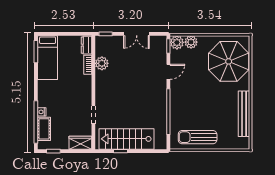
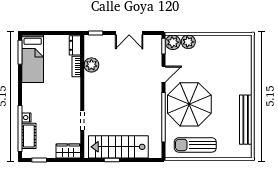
parasol: (229, 61) -> (189, 104), moved

